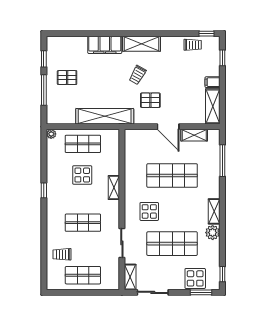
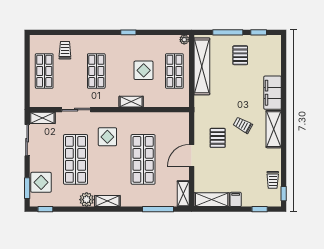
shelving: (105, 116) -> (202, 66), moved
shelving: (194, 135) -> (183, 194), moved

